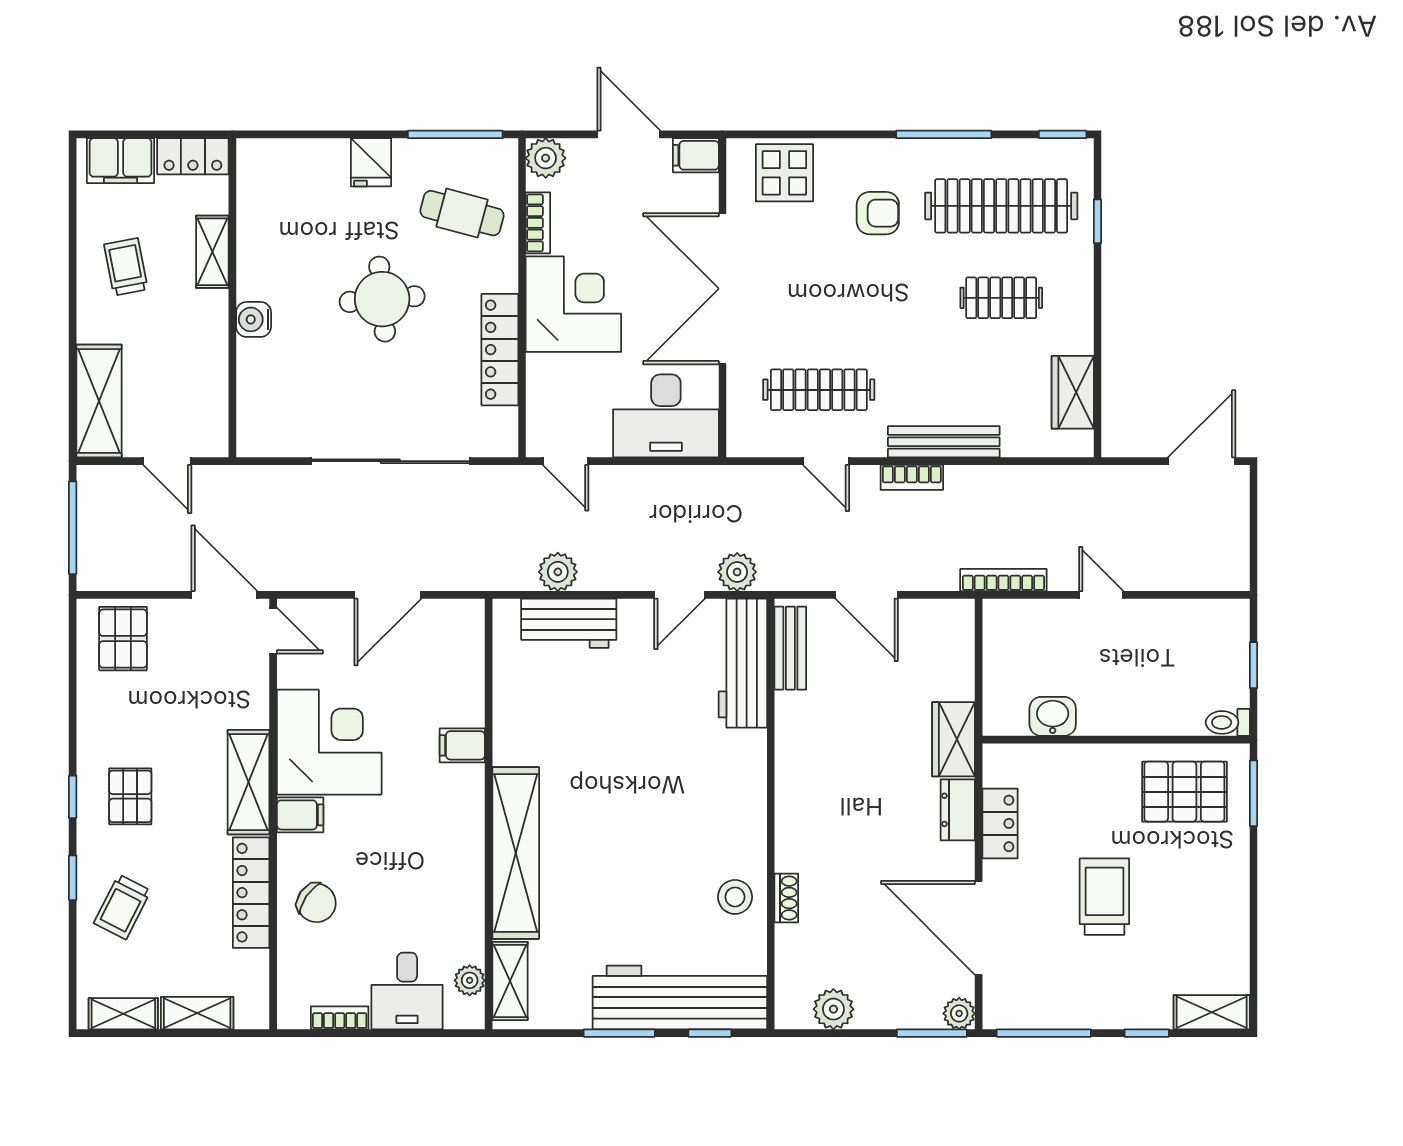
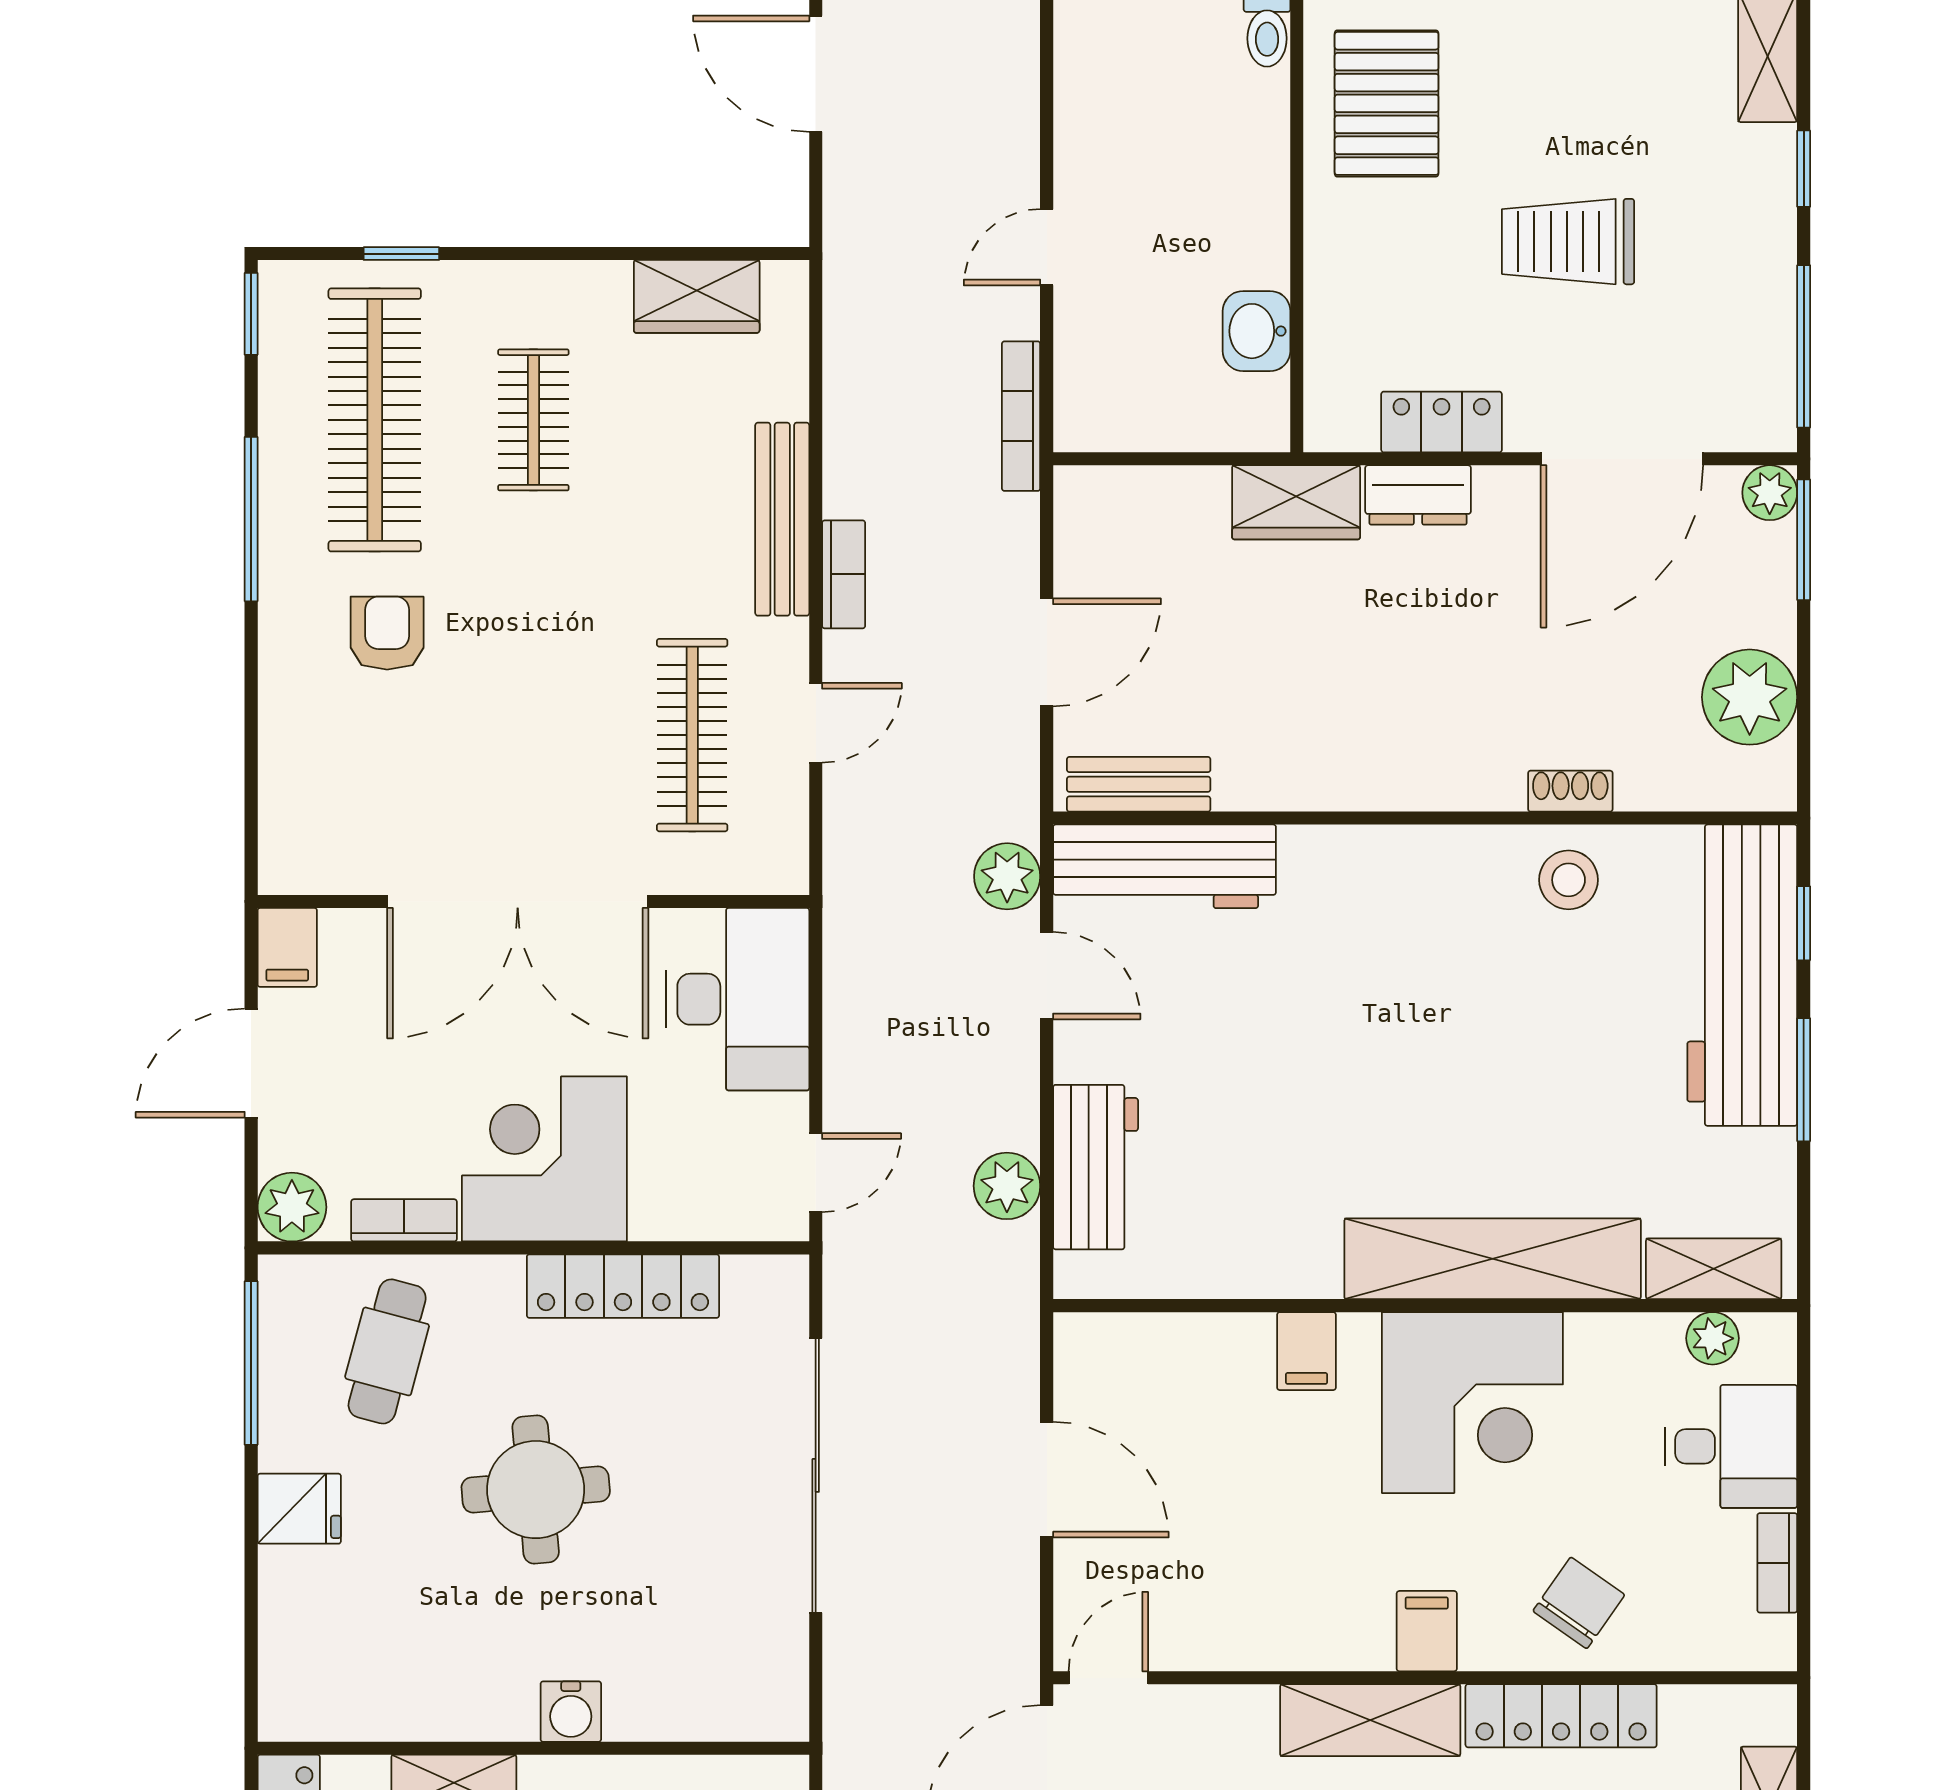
display table: (784, 173) -> (317, 794), removed
corner desk: (329, 742) -> (1472, 1403), moved, turned 180
plant: (833, 1009) -> (1750, 697), width x1.36, depth x1.36

